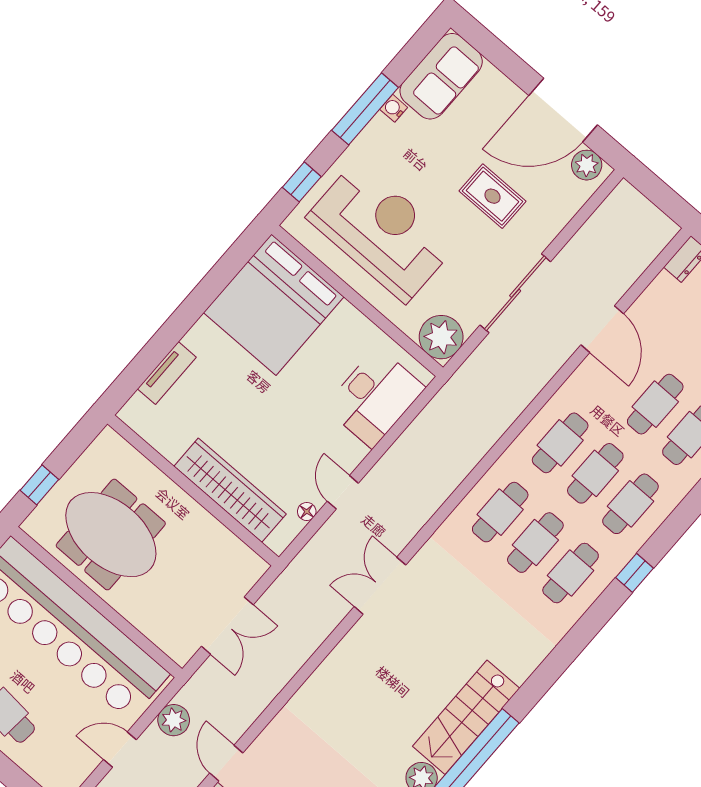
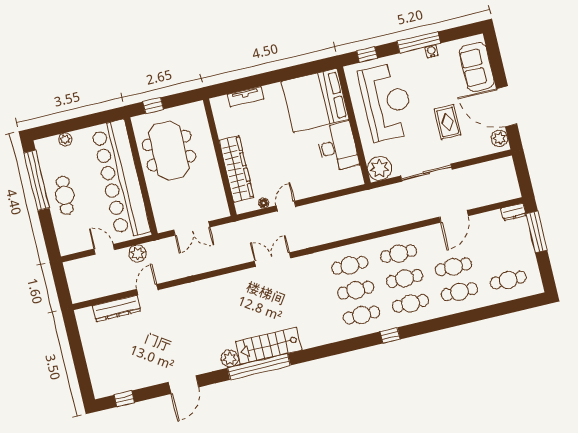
sofa: (441, 76) -> (477, 67), moved, turned 90
desk: (375, 397) -> (337, 147), moved, turned -90

